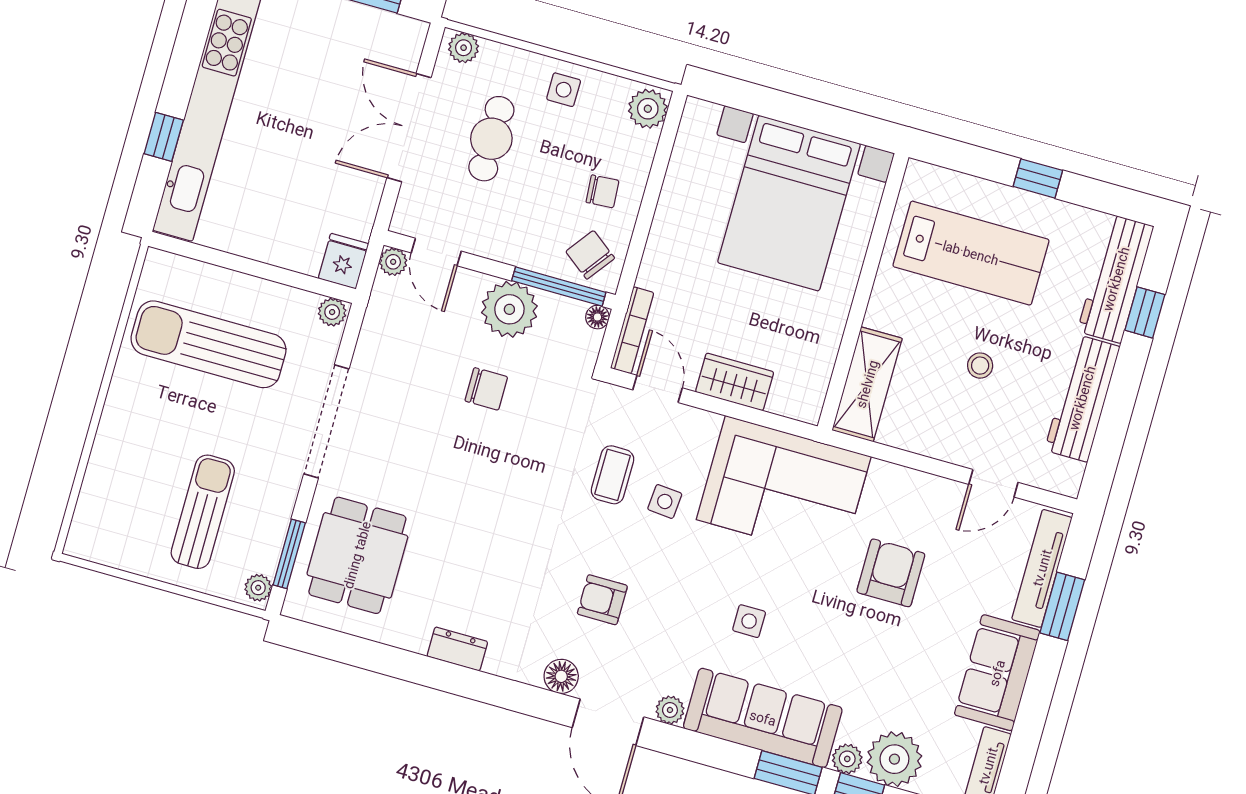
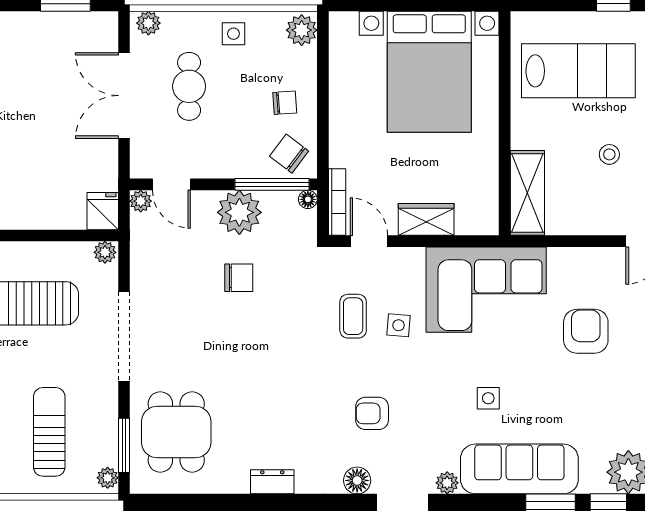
plant: (847, 759) -> (592, 482), removed

